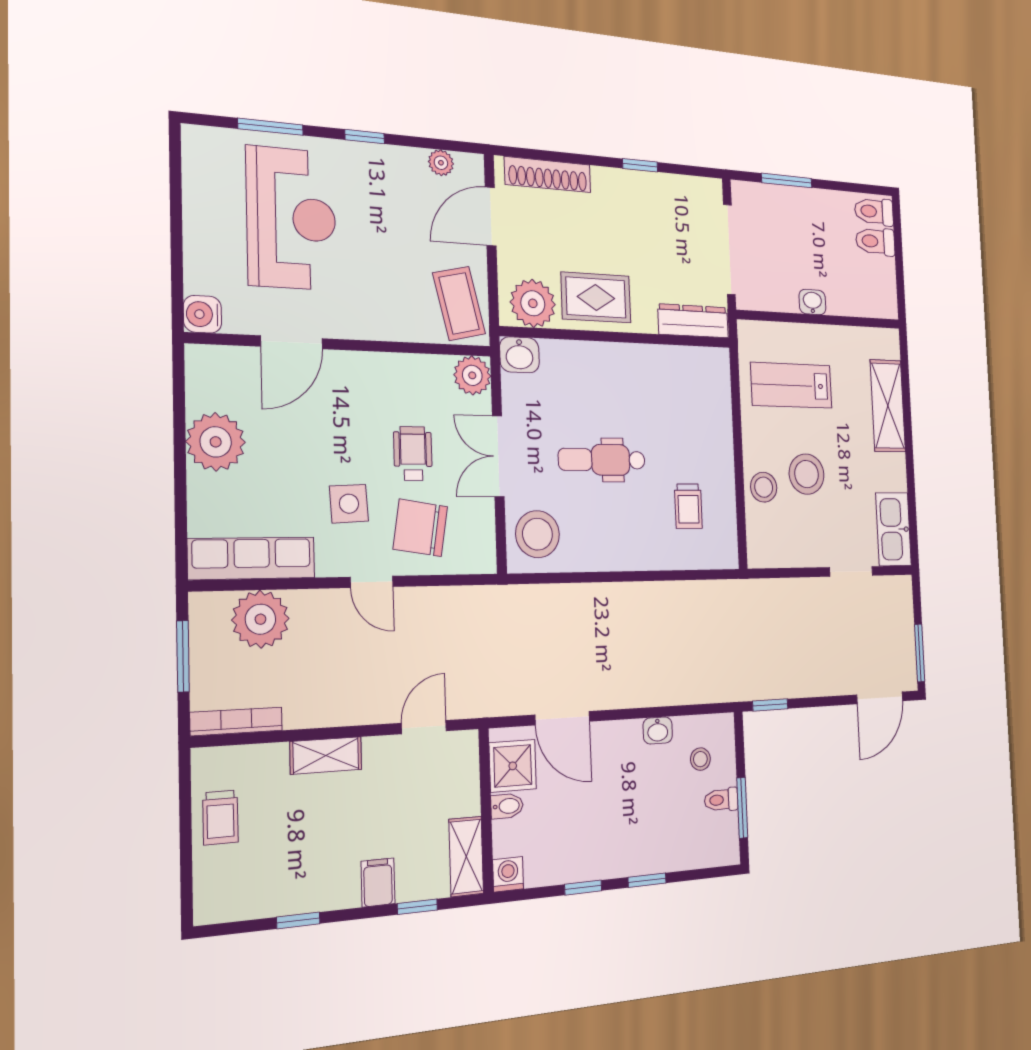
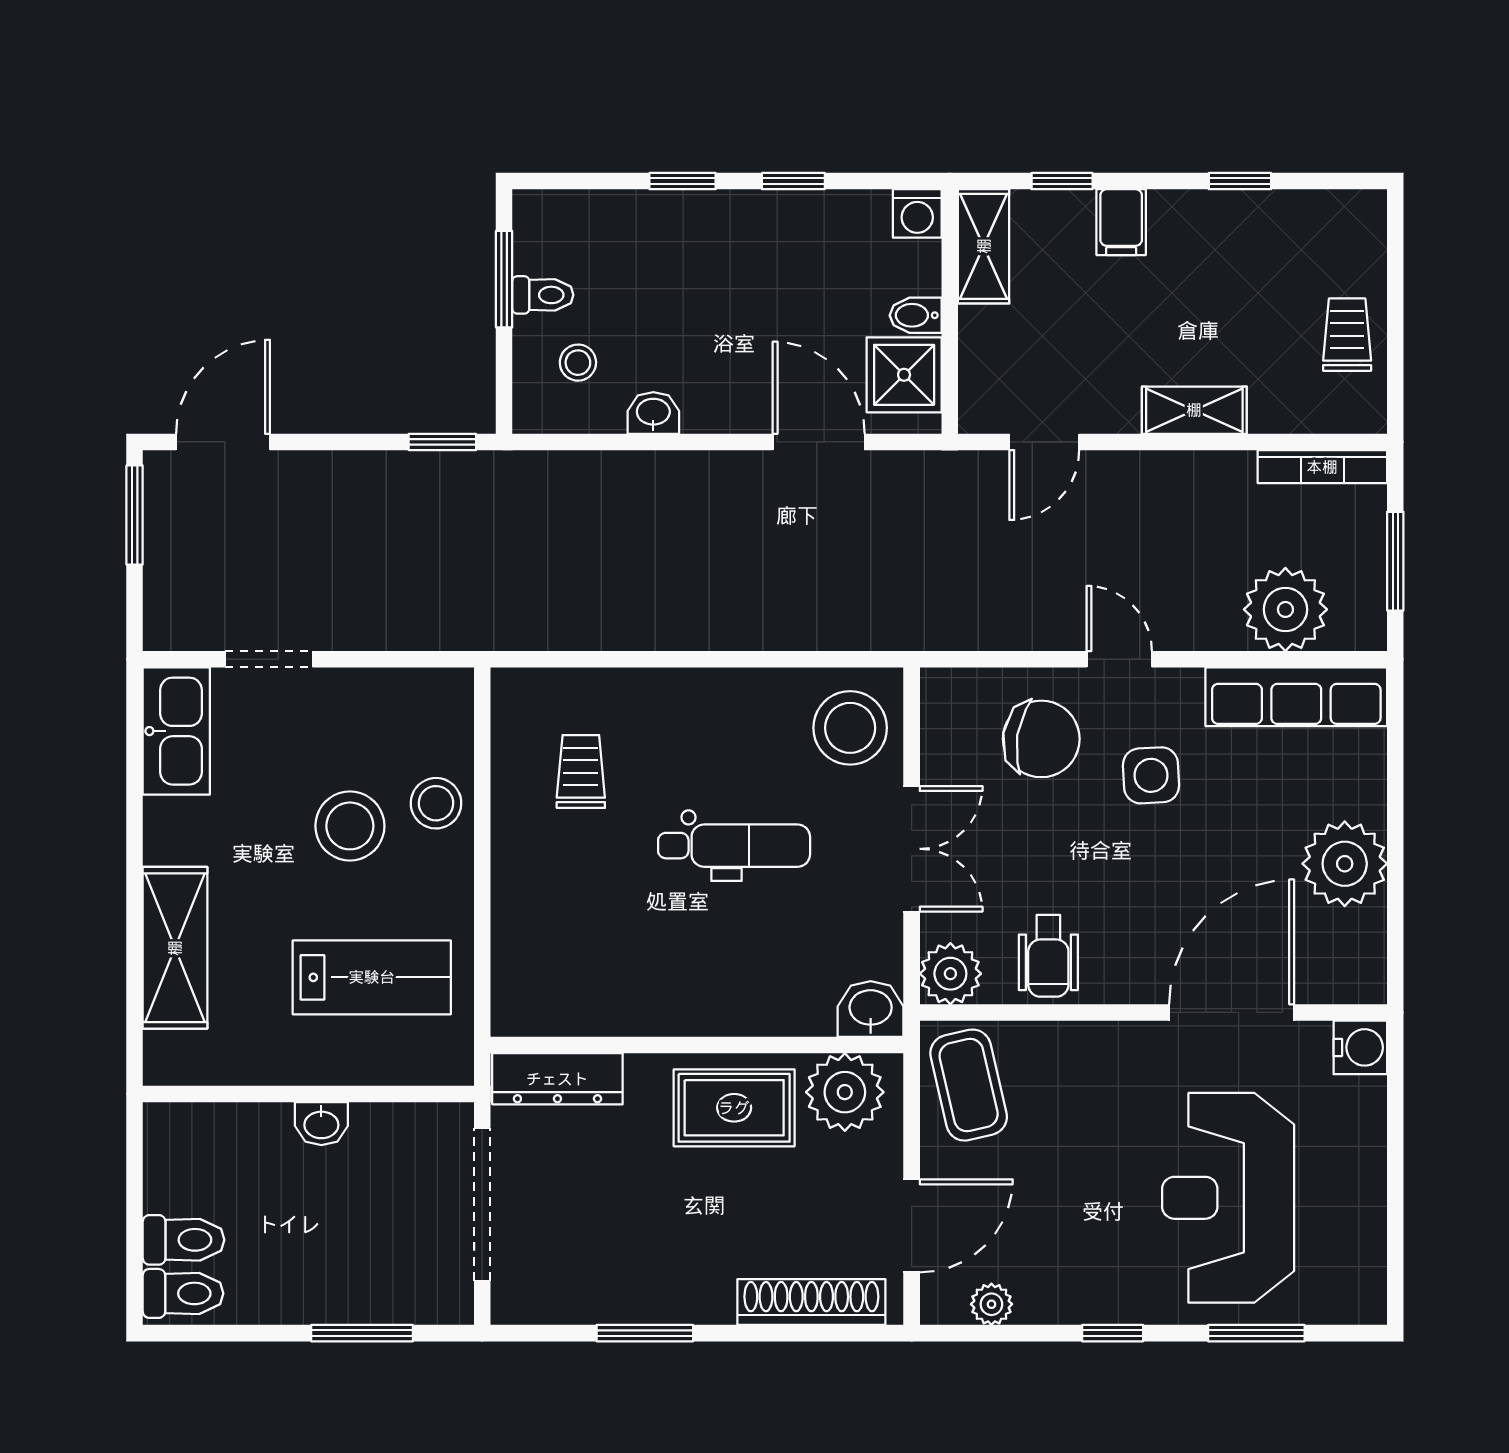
window: (640, 165) -> (645, 1333), width x1.50
door: (292, 342) -> (1232, 1012), width x1.36
wheelchair: (413, 453) -> (1048, 956), moved

